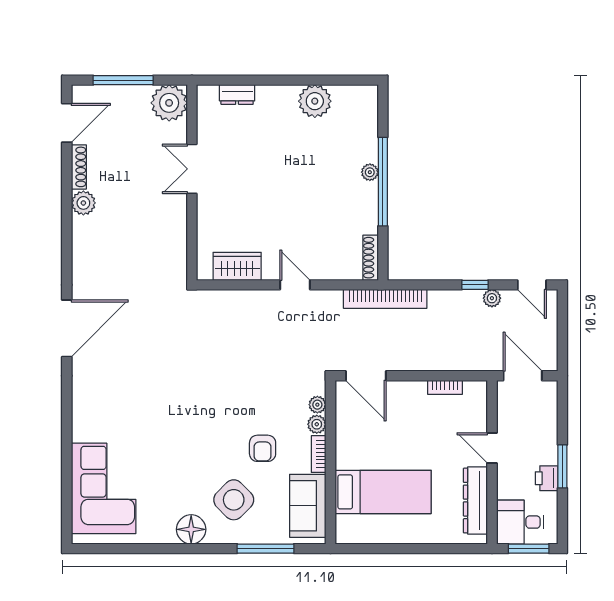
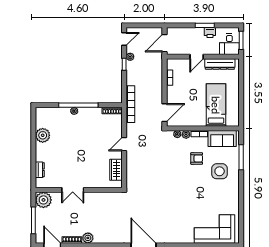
side table: (234, 500) -> (220, 171), turned 45
floor lamp: (191, 529) -> (233, 190), removed

